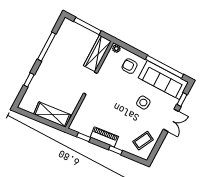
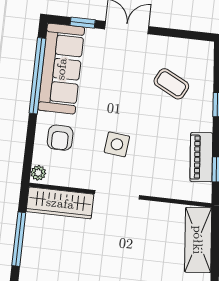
side table: (143, 103) -> (117, 144), moved
piano: (104, 137) -> (201, 157), moved
coffee table: (143, 141) -> (171, 84), moved

